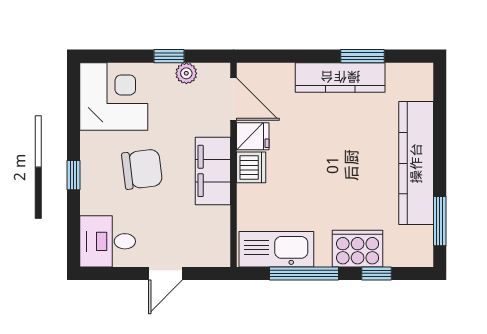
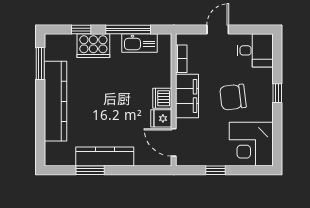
plant: (186, 73) -> (204, 159), removed
bookcase: (222, 228) -> (181, 59), added
kitchen sink: (276, 249) -> (140, 43), width x0.73, depth x0.81

